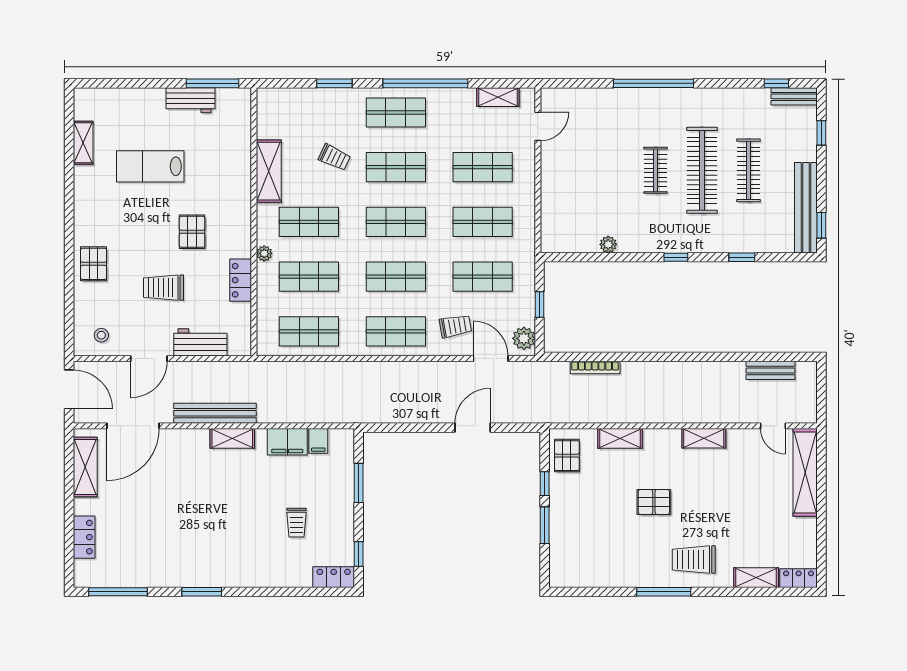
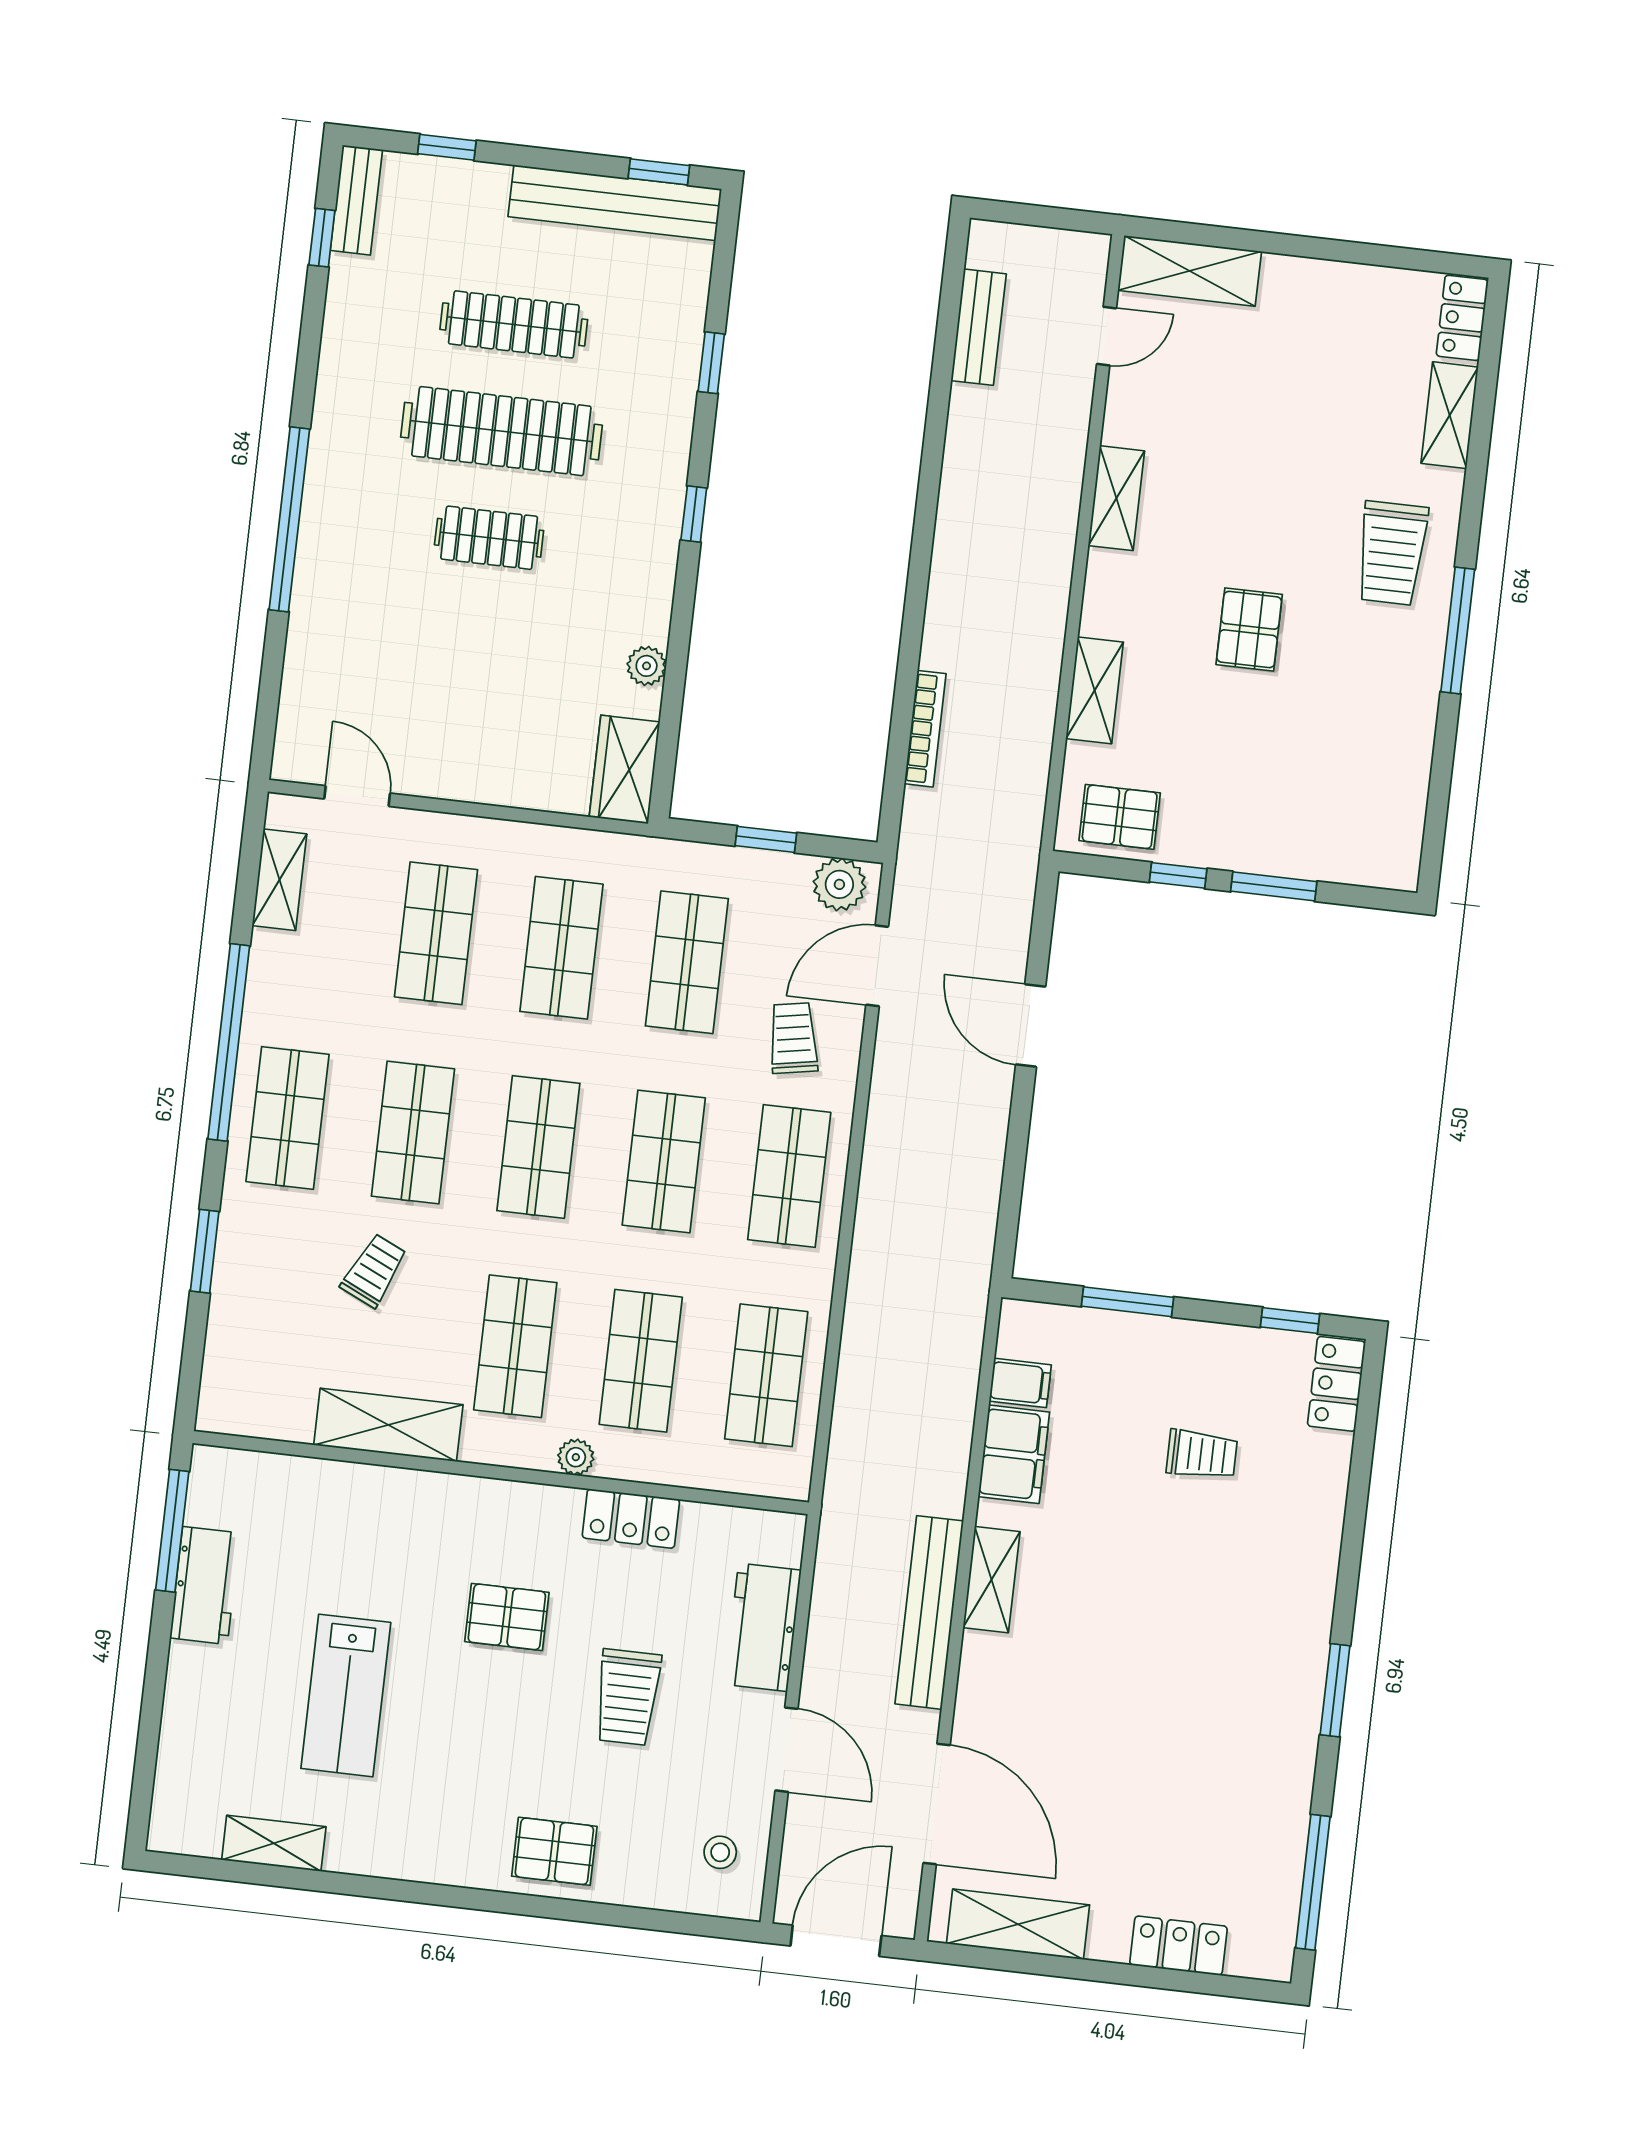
wardrobe: (563, 240) -> (624, 769), added
shelving: (805, 472) -> (1190, 271), width x0.68

